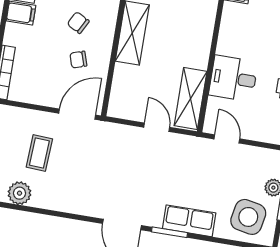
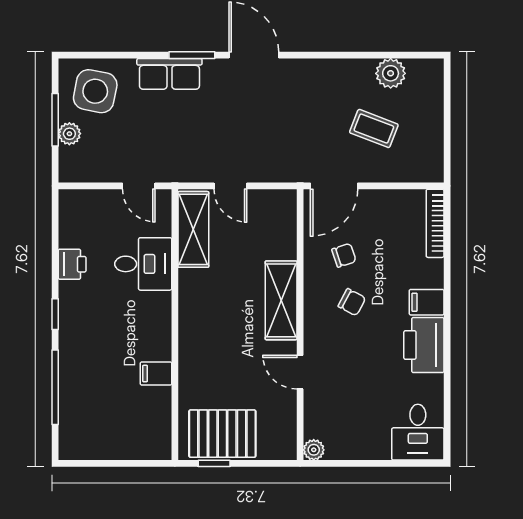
coffee table: (39, 153) -> (374, 128), turned -72

